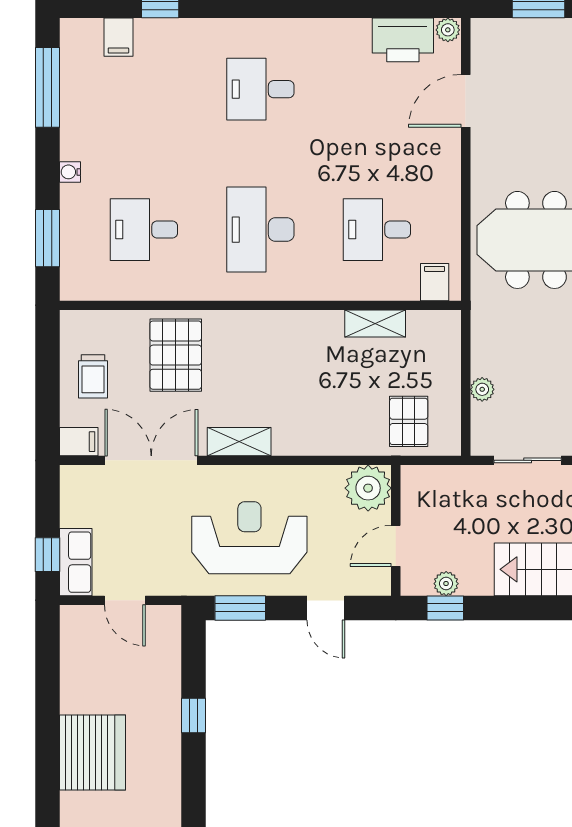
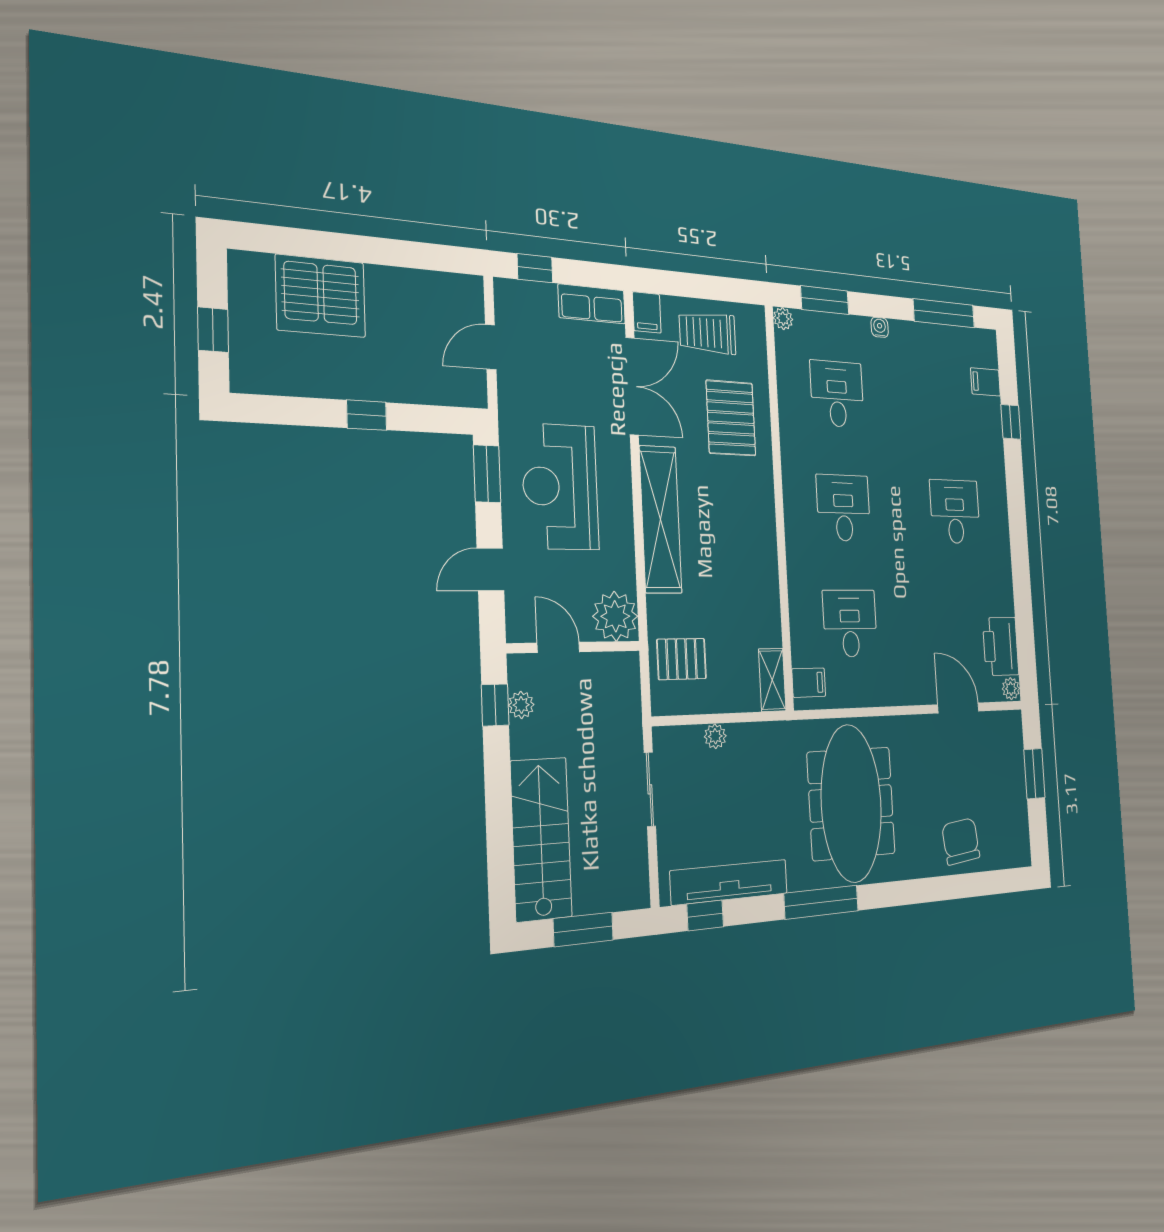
desk: (260, 230) -> (844, 508), width x0.73
plant: (71, 289) -> (783, 319), added
shelving: (375, 324) -> (772, 680), moved
pallet: (176, 355) -> (731, 418), turned 90
trolley: (93, 376) -> (708, 333), width x1.36, depth x1.39
shelving: (239, 442) -> (661, 519), width x2.20, depth x1.33
reception desk: (249, 538) -> (560, 487), turned 180
row of seats: (76, 562) -> (592, 304), moved

